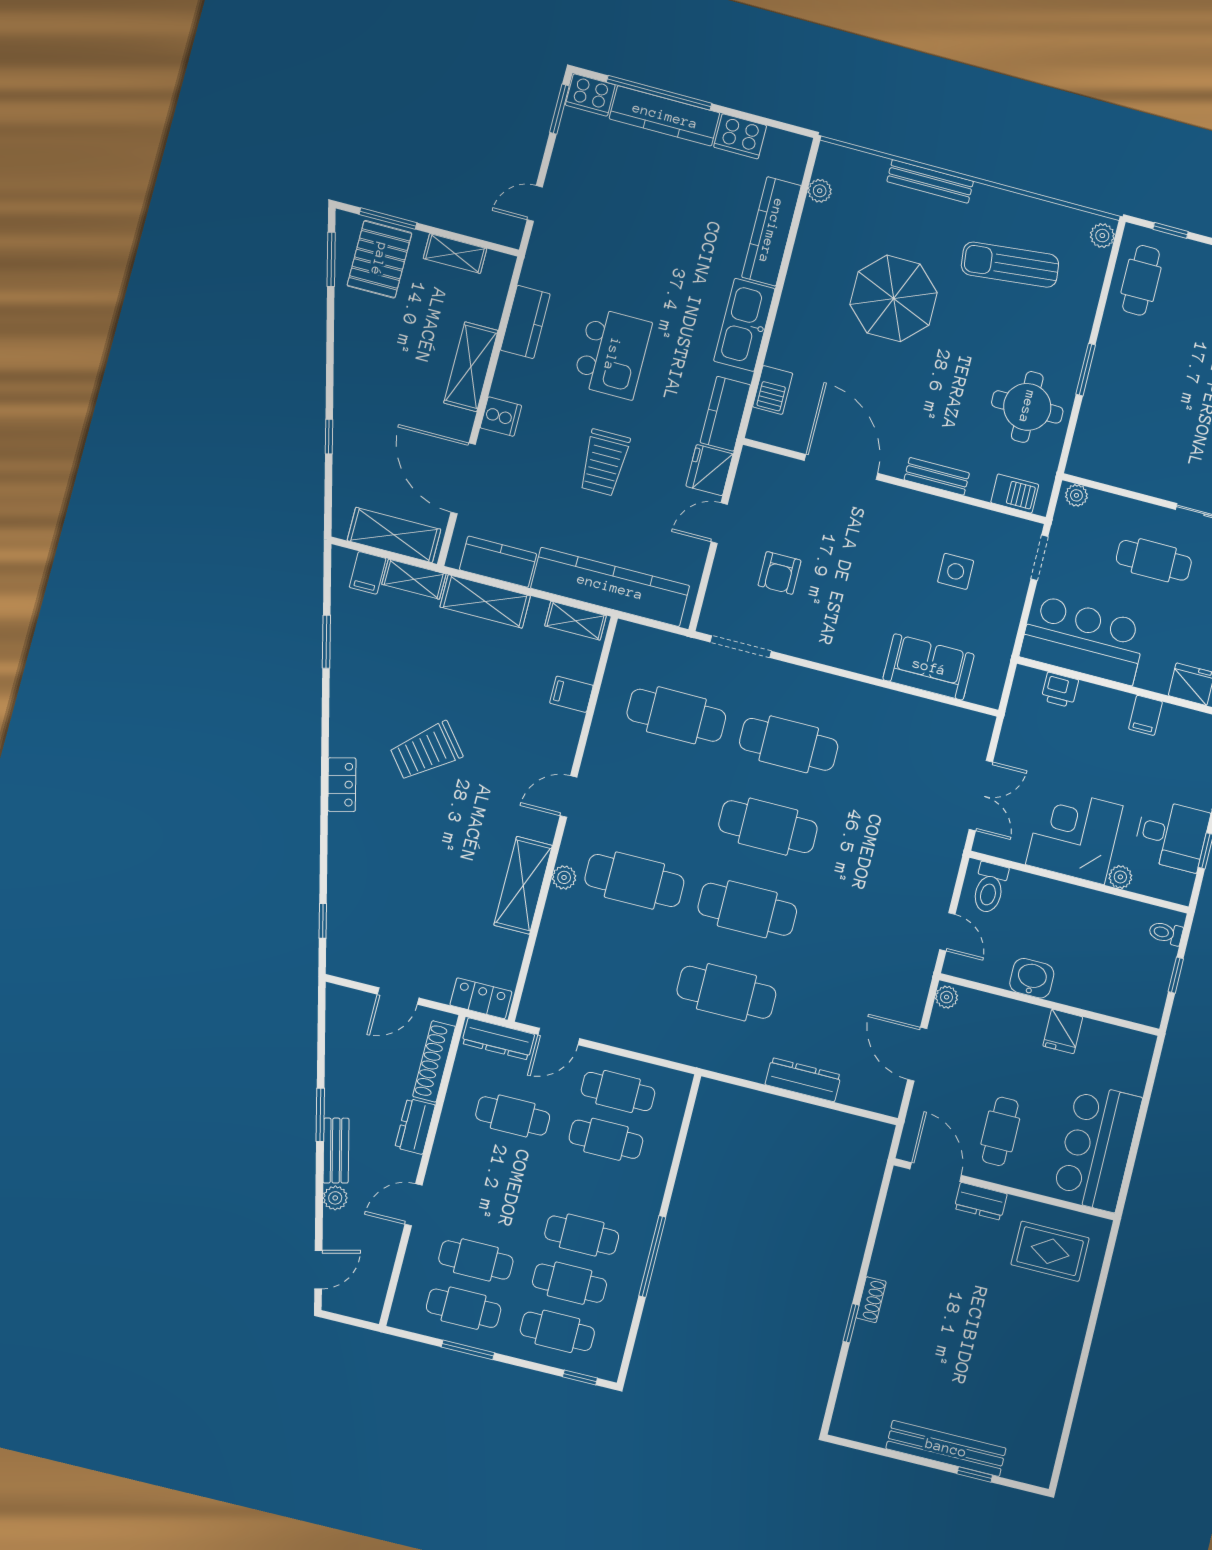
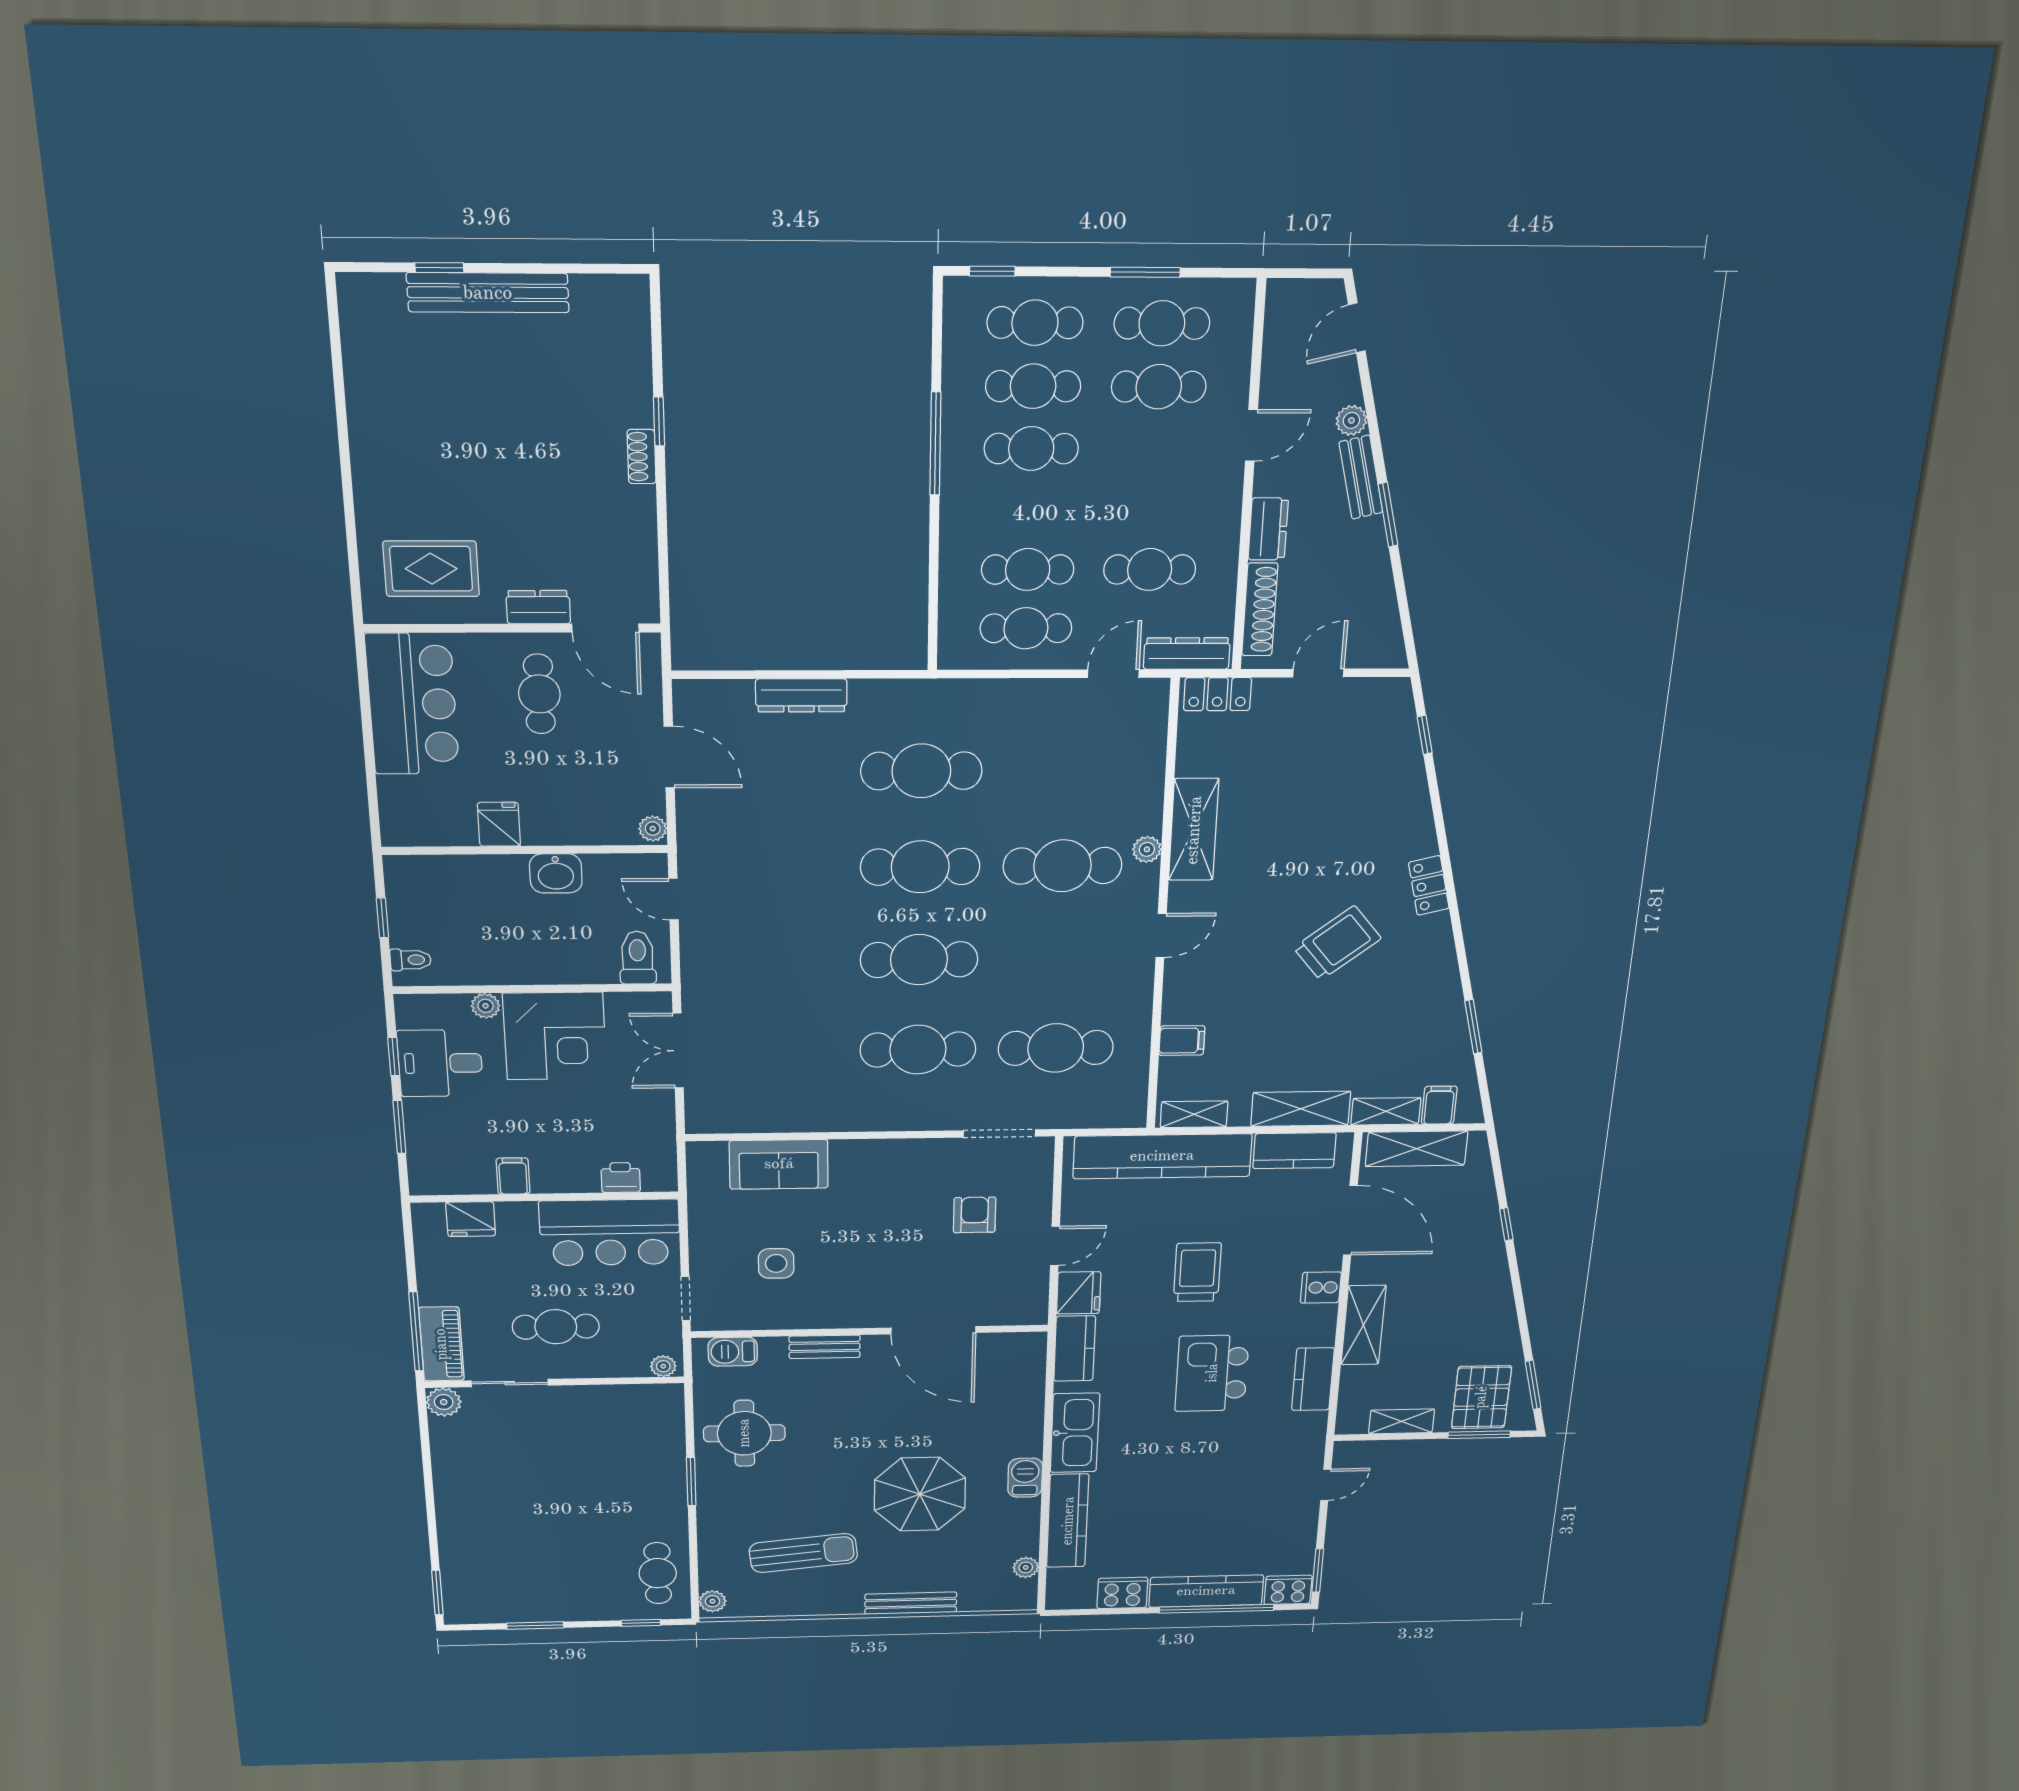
barbecue: (773, 390) -> (1025, 1478), moved

